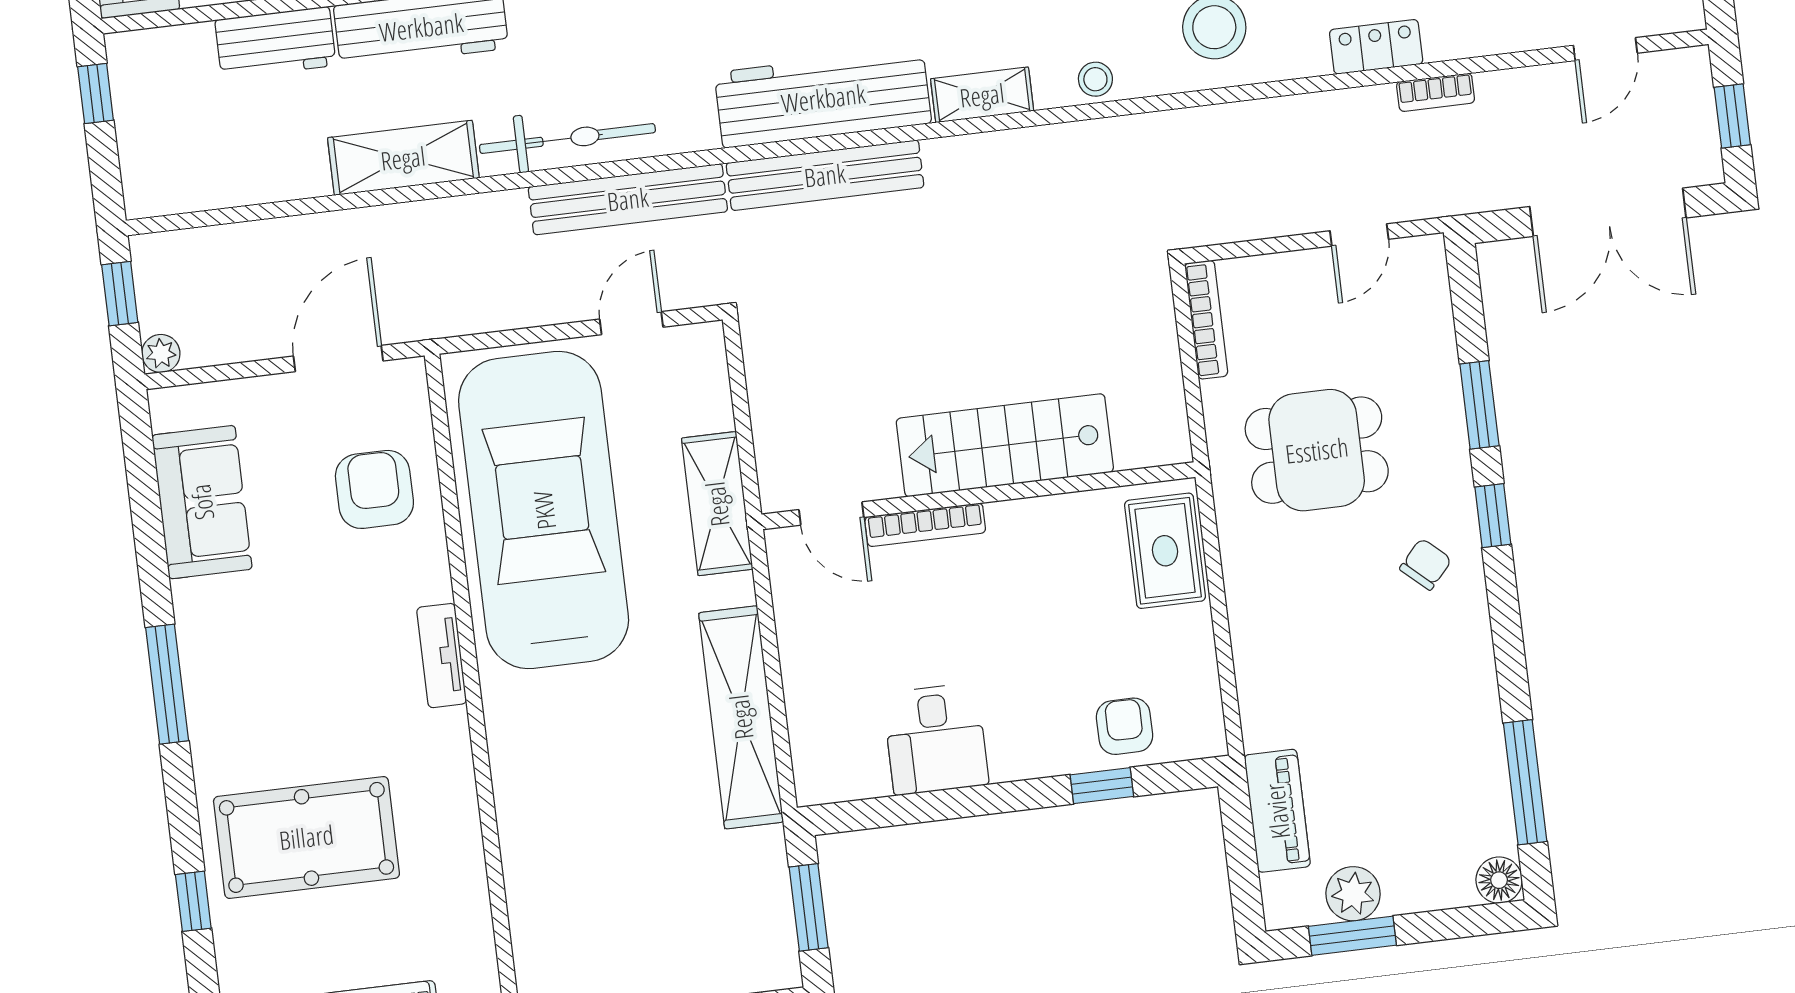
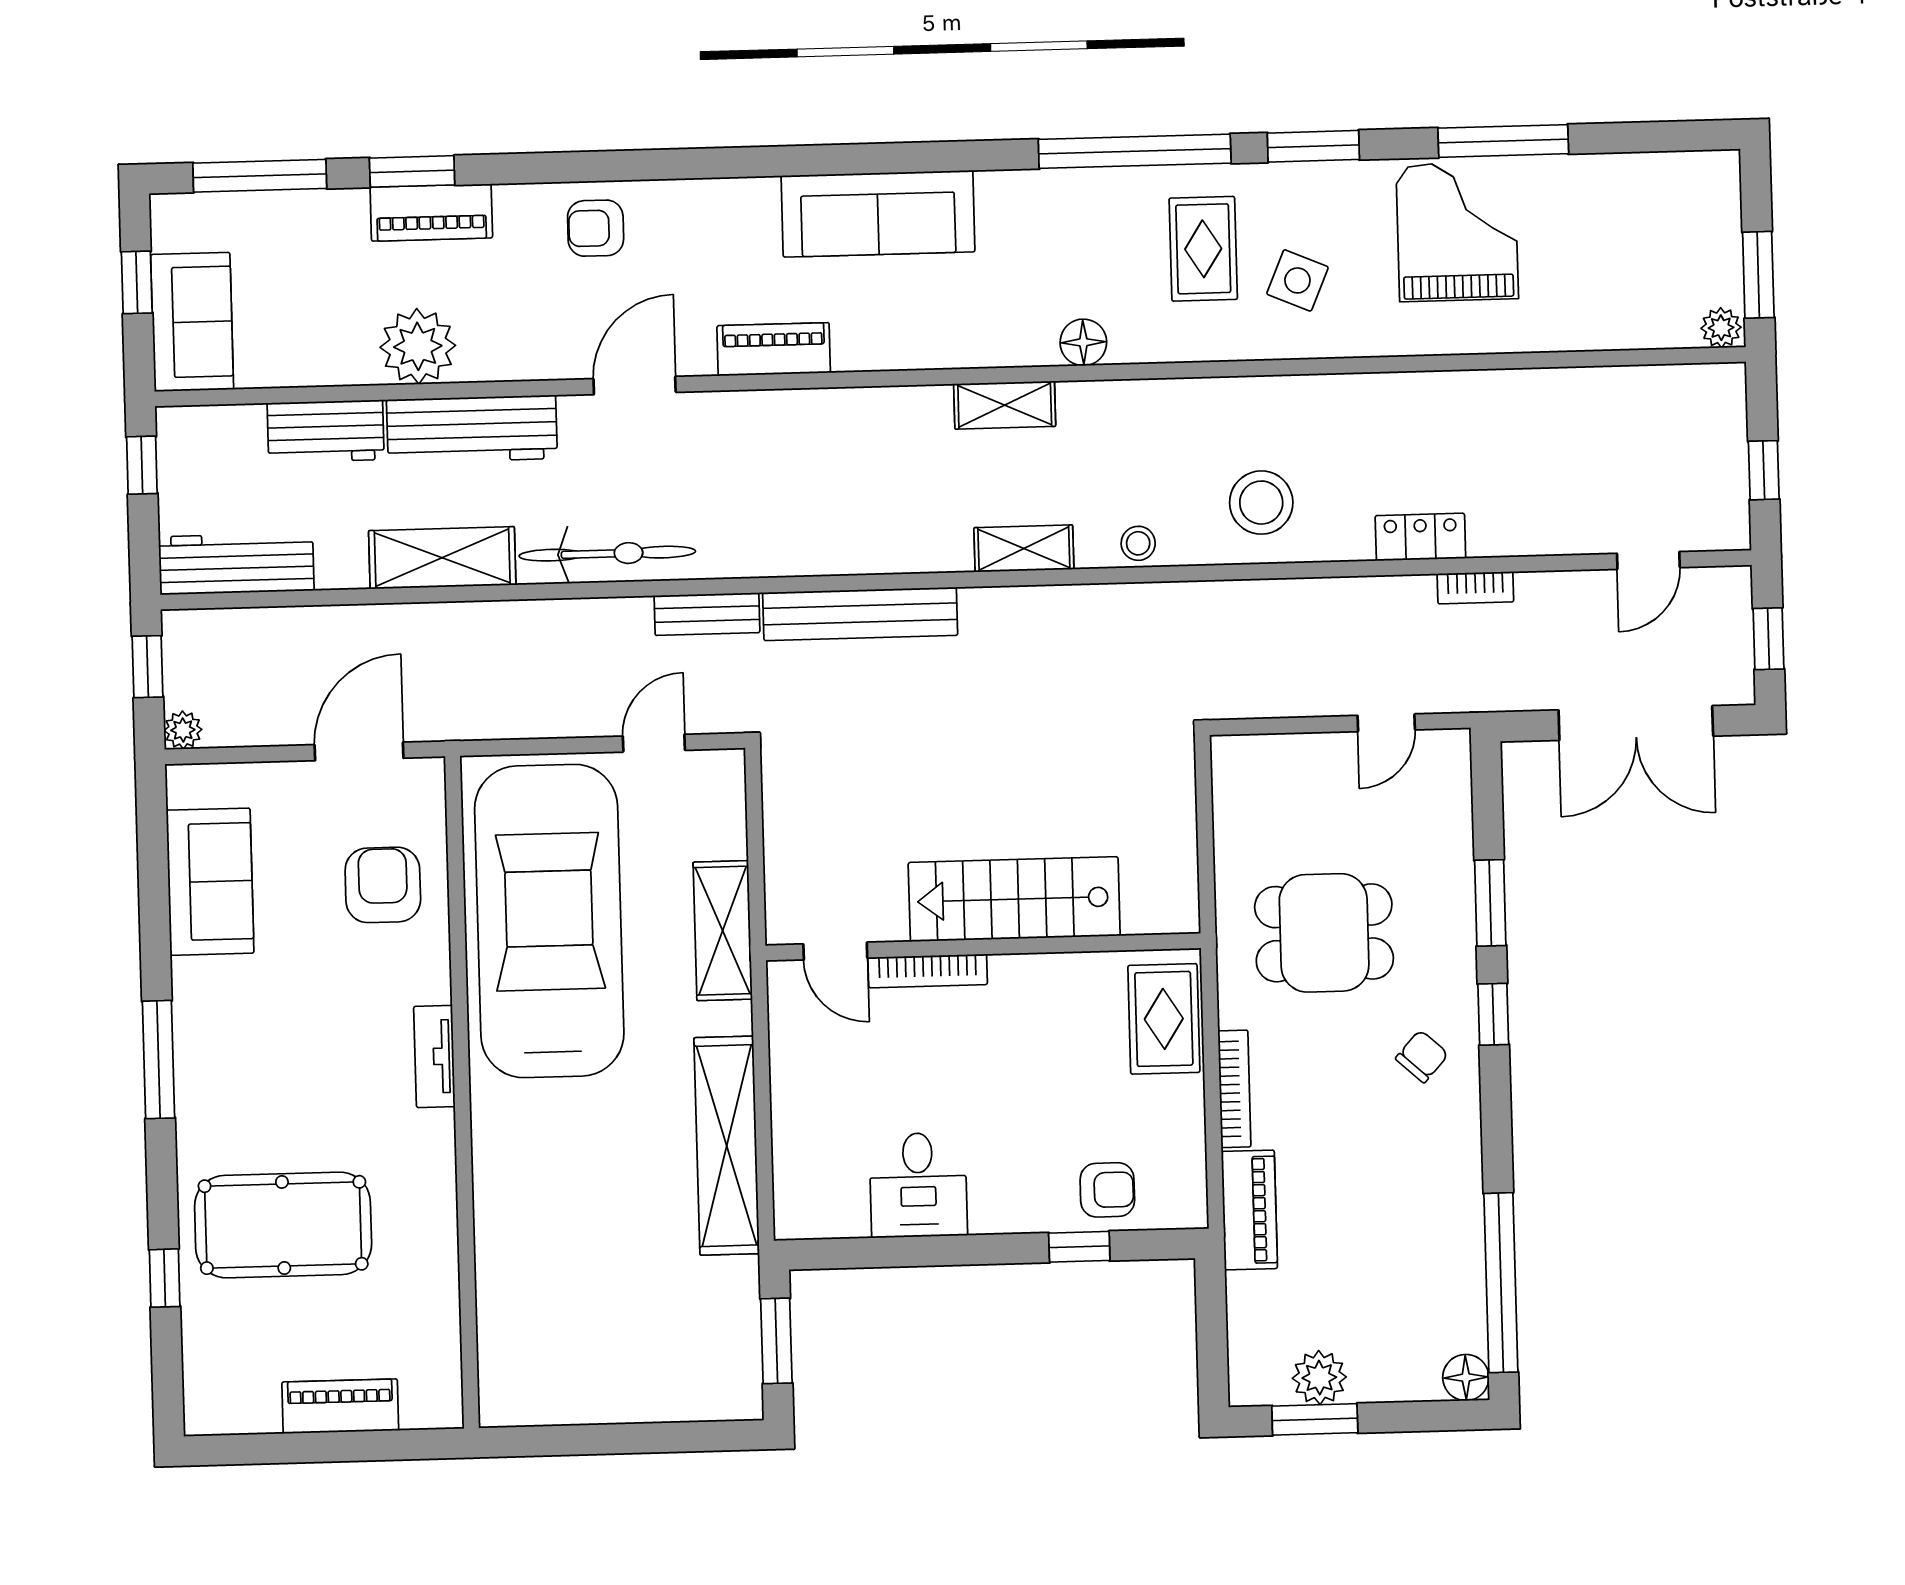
workbench: (823, 98) -> (236, 564), moved, width x0.73, depth x0.76
bench: (628, 199) -> (707, 614), width x0.54, depth x0.82
bookcase: (1206, 320) -> (1234, 1089), moved
armchair: (1125, 726) -> (1107, 1190), turned 90
window: (1525, 782) -> (1501, 1283), width x1.46
piano: (1277, 811) -> (1249, 1210), moved

